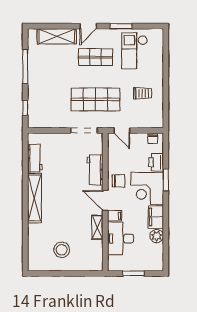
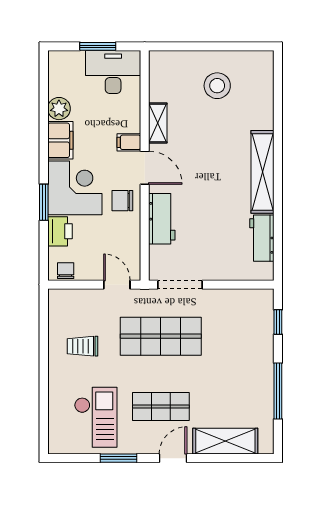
desk: (121, 239) -> (113, 72), moved, turned -90

